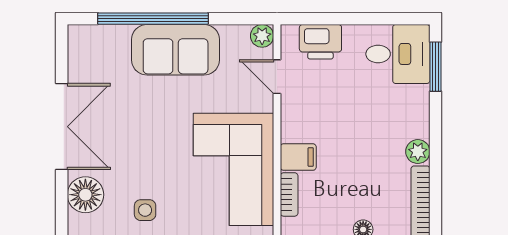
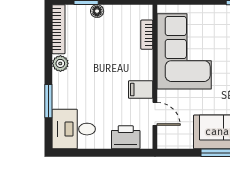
plant: (262, 36) -> (165, 141), removed
window: (436, 67) -> (48, 101), moved
filing cabinet: (298, 157) -> (141, 90), moved

